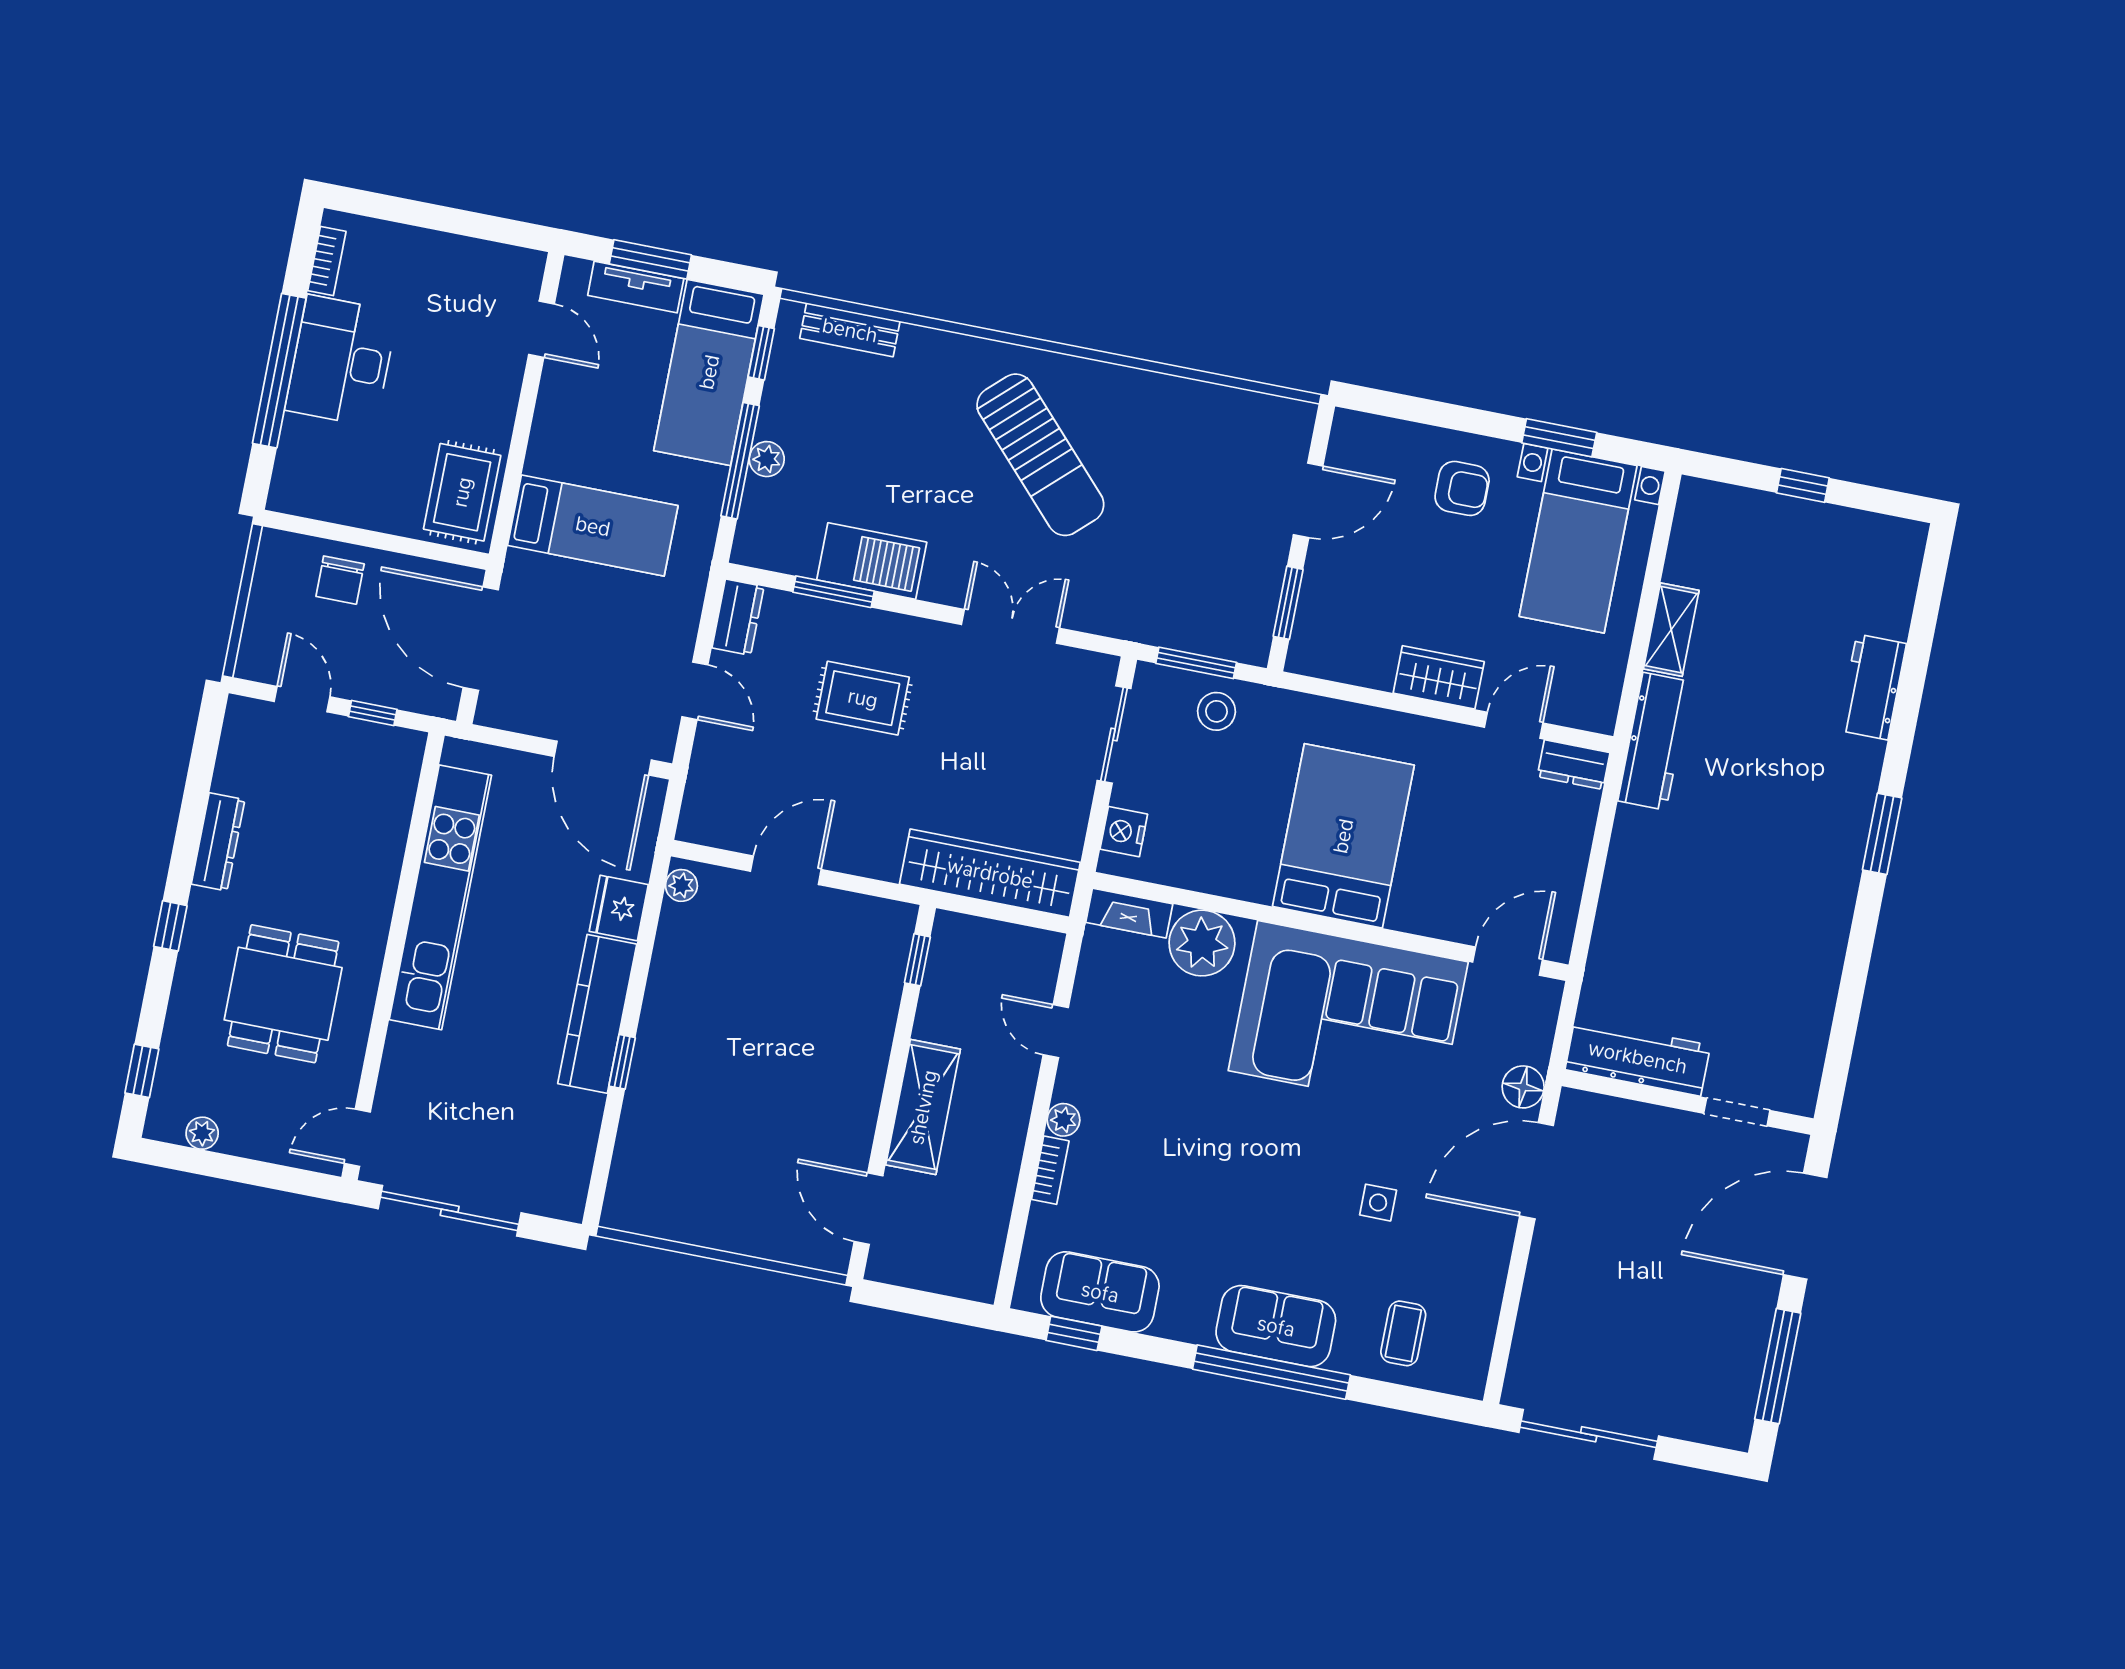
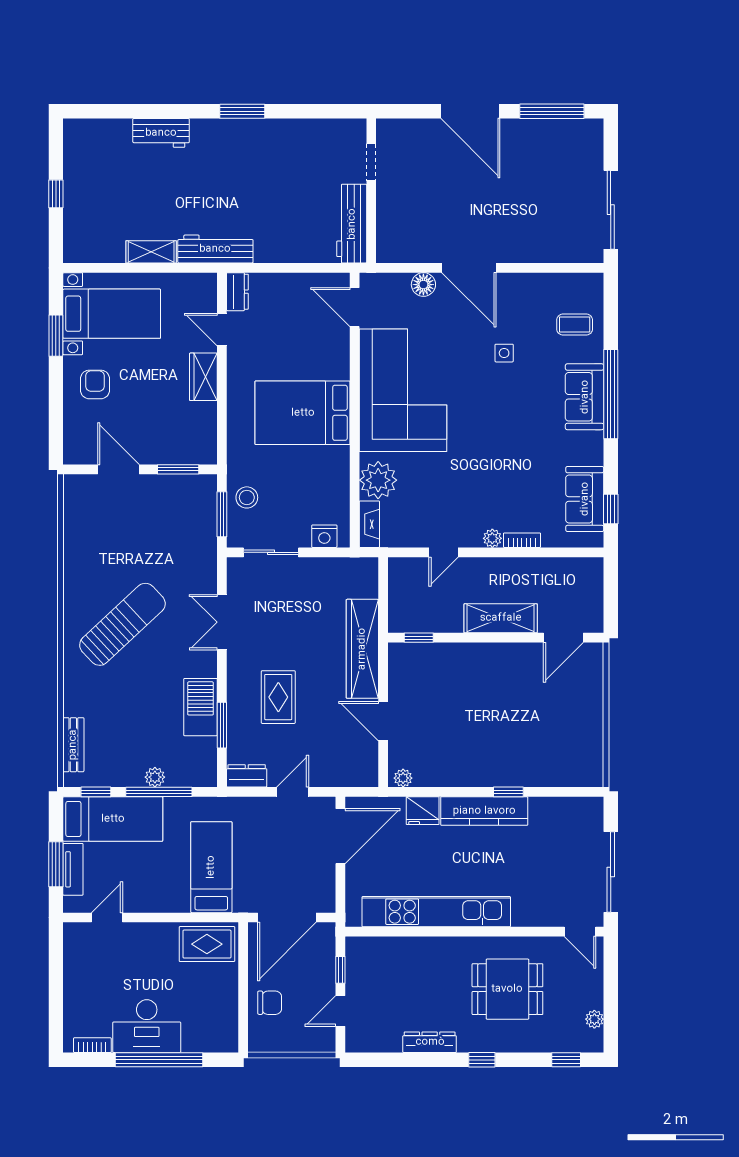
wardrobe: (990, 873) -> (362, 649), moved
workbench: (1638, 1057) -> (352, 224), moved
wall: (1688, 1102) -> (371, 191), moved
doorway: (1737, 1112) -> (371, 162), moved

